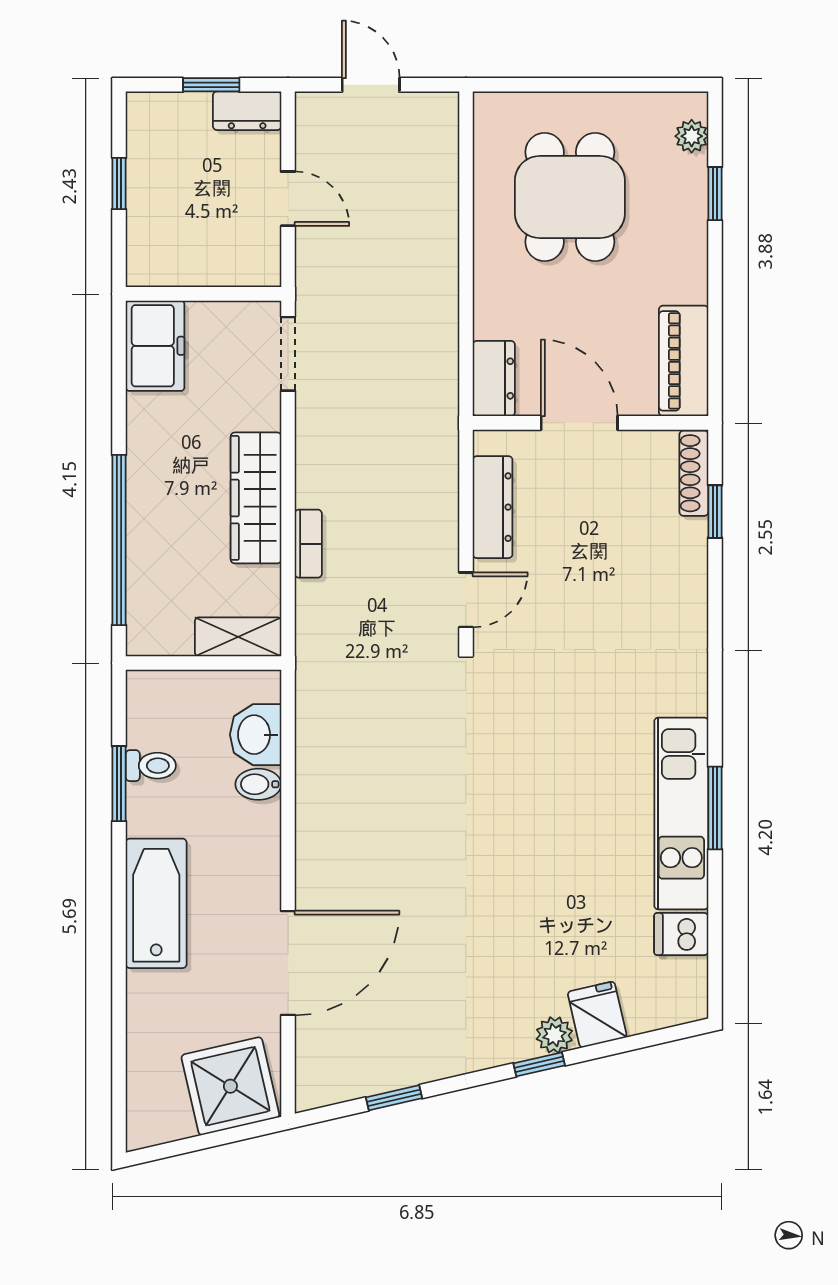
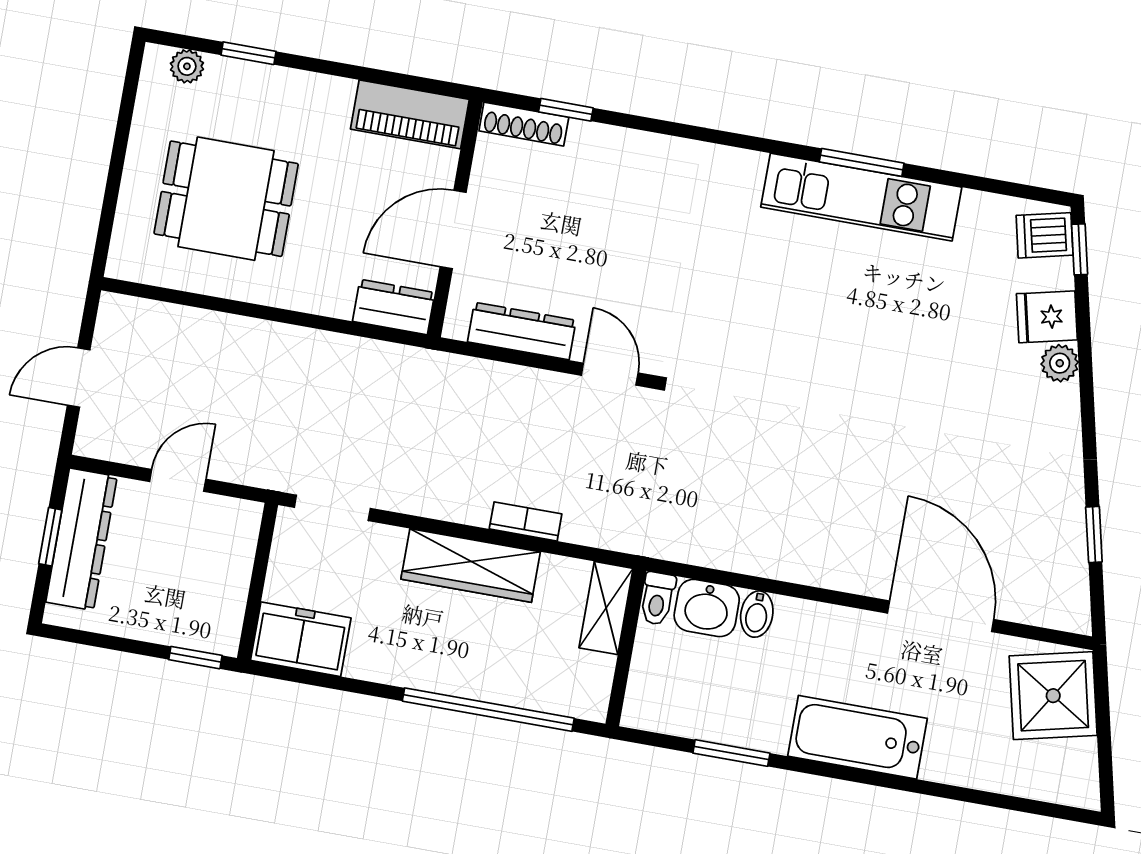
dresser: (247, 111) -> (81, 539), width x1.96, depth x1.24
window: (119, 184) -> (195, 658), moved
toilet: (151, 766) -> (657, 599), moved, turned 180
dishwasher: (681, 934) -> (1045, 235), moved, turned 77
window: (539, 1064) -> (1080, 249), moved

